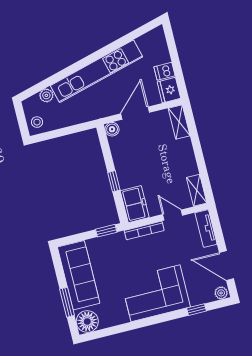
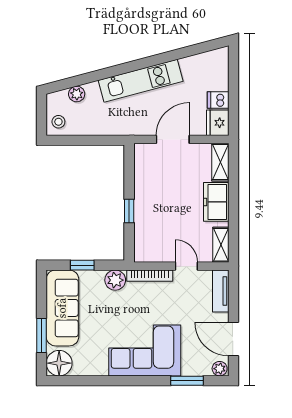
kitchen unit: (96, 71) -> (141, 81), width x0.73
boiler: (112, 129) -> (142, 151), removed
freezer: (135, 204) -> (216, 202), moved, turned 180
window: (106, 231) -> (82, 265), moved
plant: (117, 241) -> (115, 280), added
window: (197, 310) -> (187, 381), width x1.50

